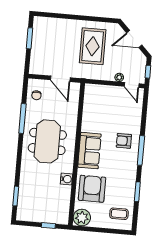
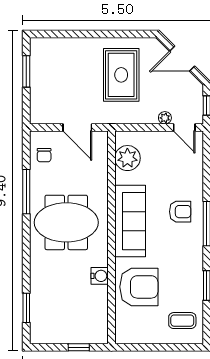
meeting table: (47, 141) -> (66, 222), turned 90
armchair: (124, 141) -> (180, 212), turned 180
sofa: (89, 151) -> (130, 221), width x1.36
armchair: (92, 189) -> (139, 287), turned 90
plant: (82, 218) -> (127, 158), moved

